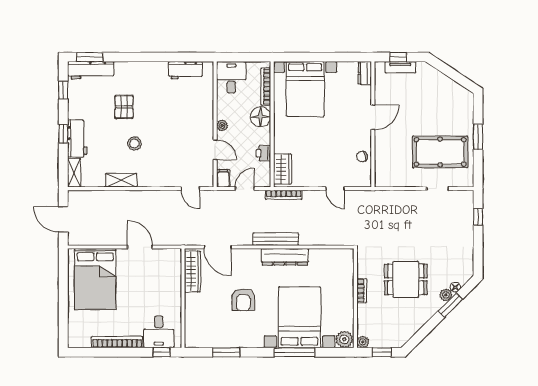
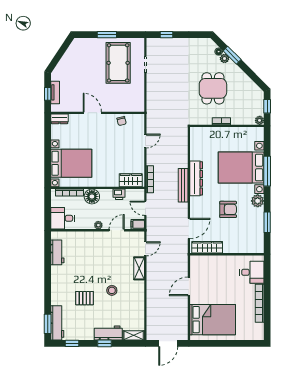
shelving: (121, 180) -> (139, 268), moved
plant: (344, 339) -> (258, 201), moved
window: (161, 352) -> (267, 270), removed

